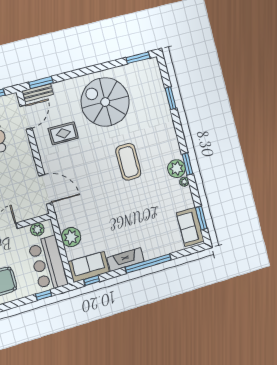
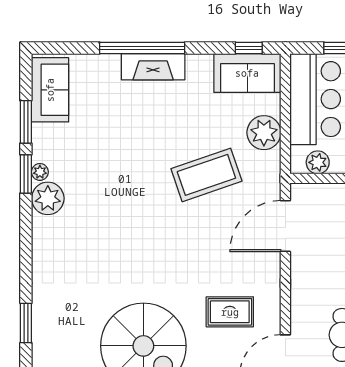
coffee table: (128, 162) -> (206, 175), moved, turned 71
window: (187, 164) -> (26, 174), moved
door: (46, 189) -> (285, 226), hinge flipped
window: (201, 218) -> (26, 122), moved
fireplace: (126, 260) -> (153, 67), moved

